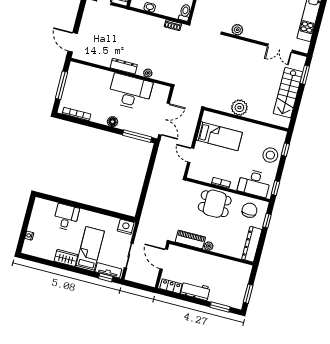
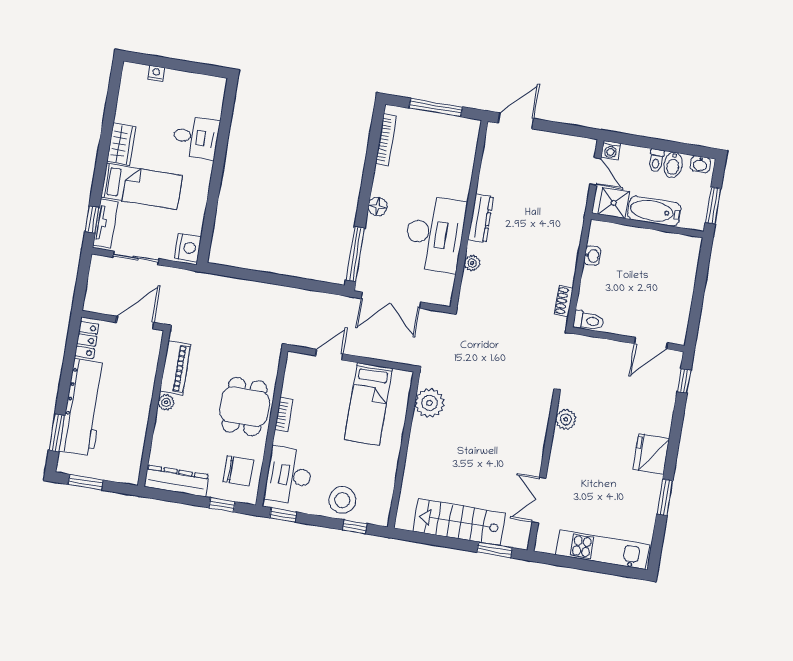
plant: (239, 108) -> (430, 403), moved
workbench: (195, 291) -> (83, 408), width x1.88, depth x1.32

